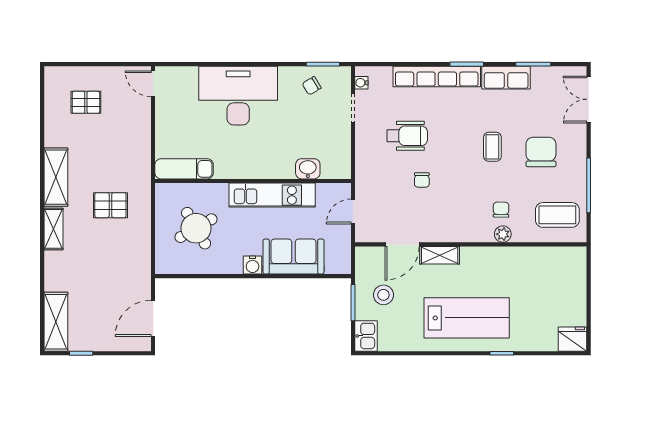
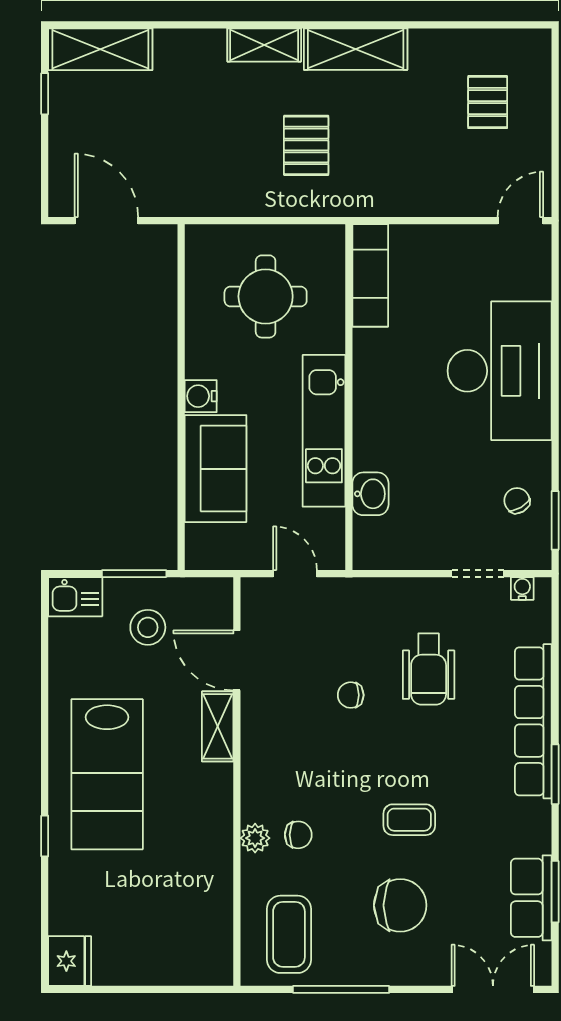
row of seats: (506, 78) -> (531, 898), moved
round table: (196, 228) -> (266, 296), turned 30

